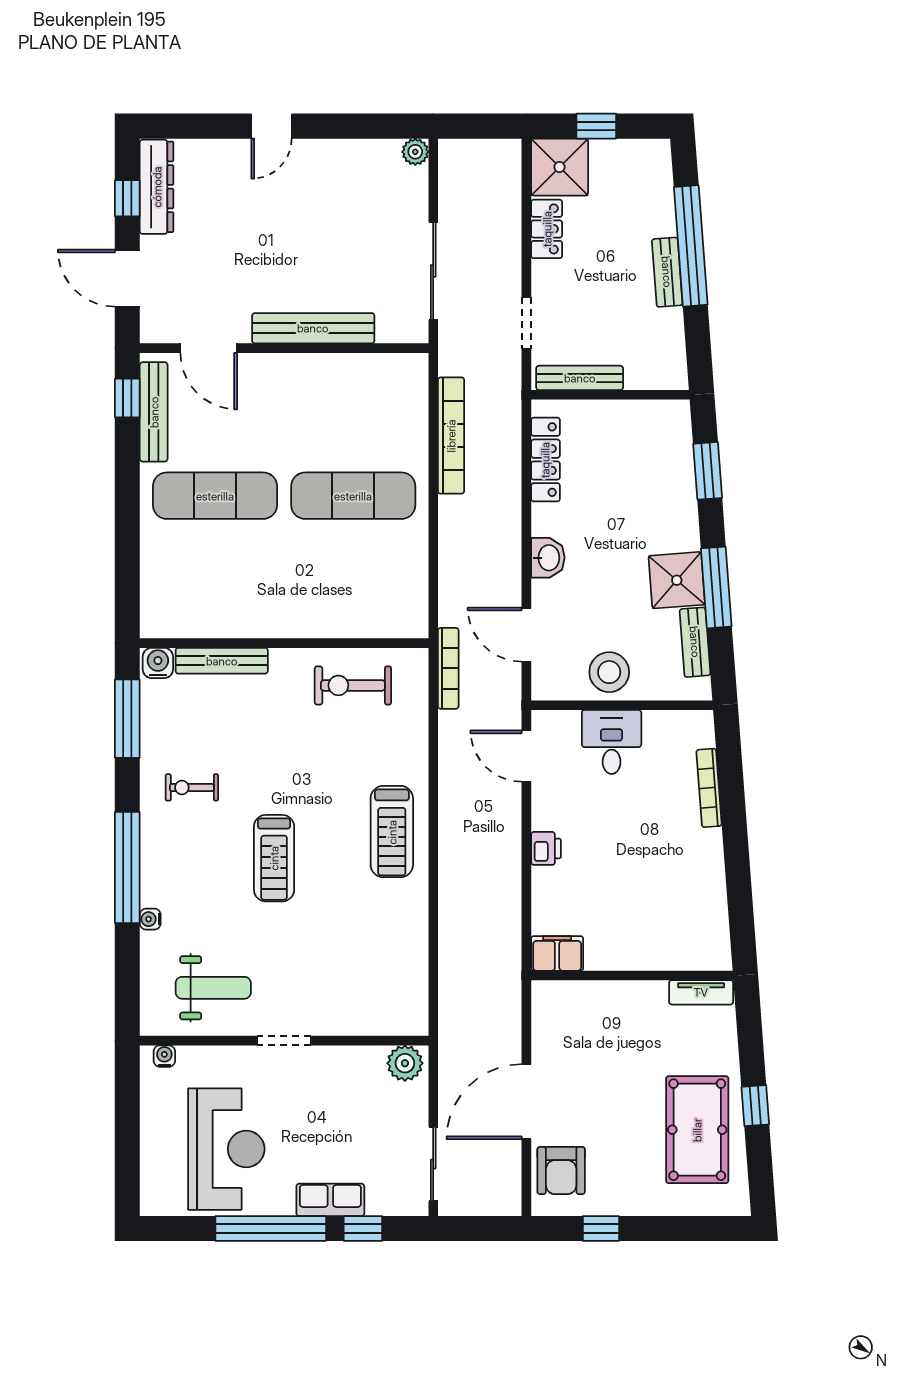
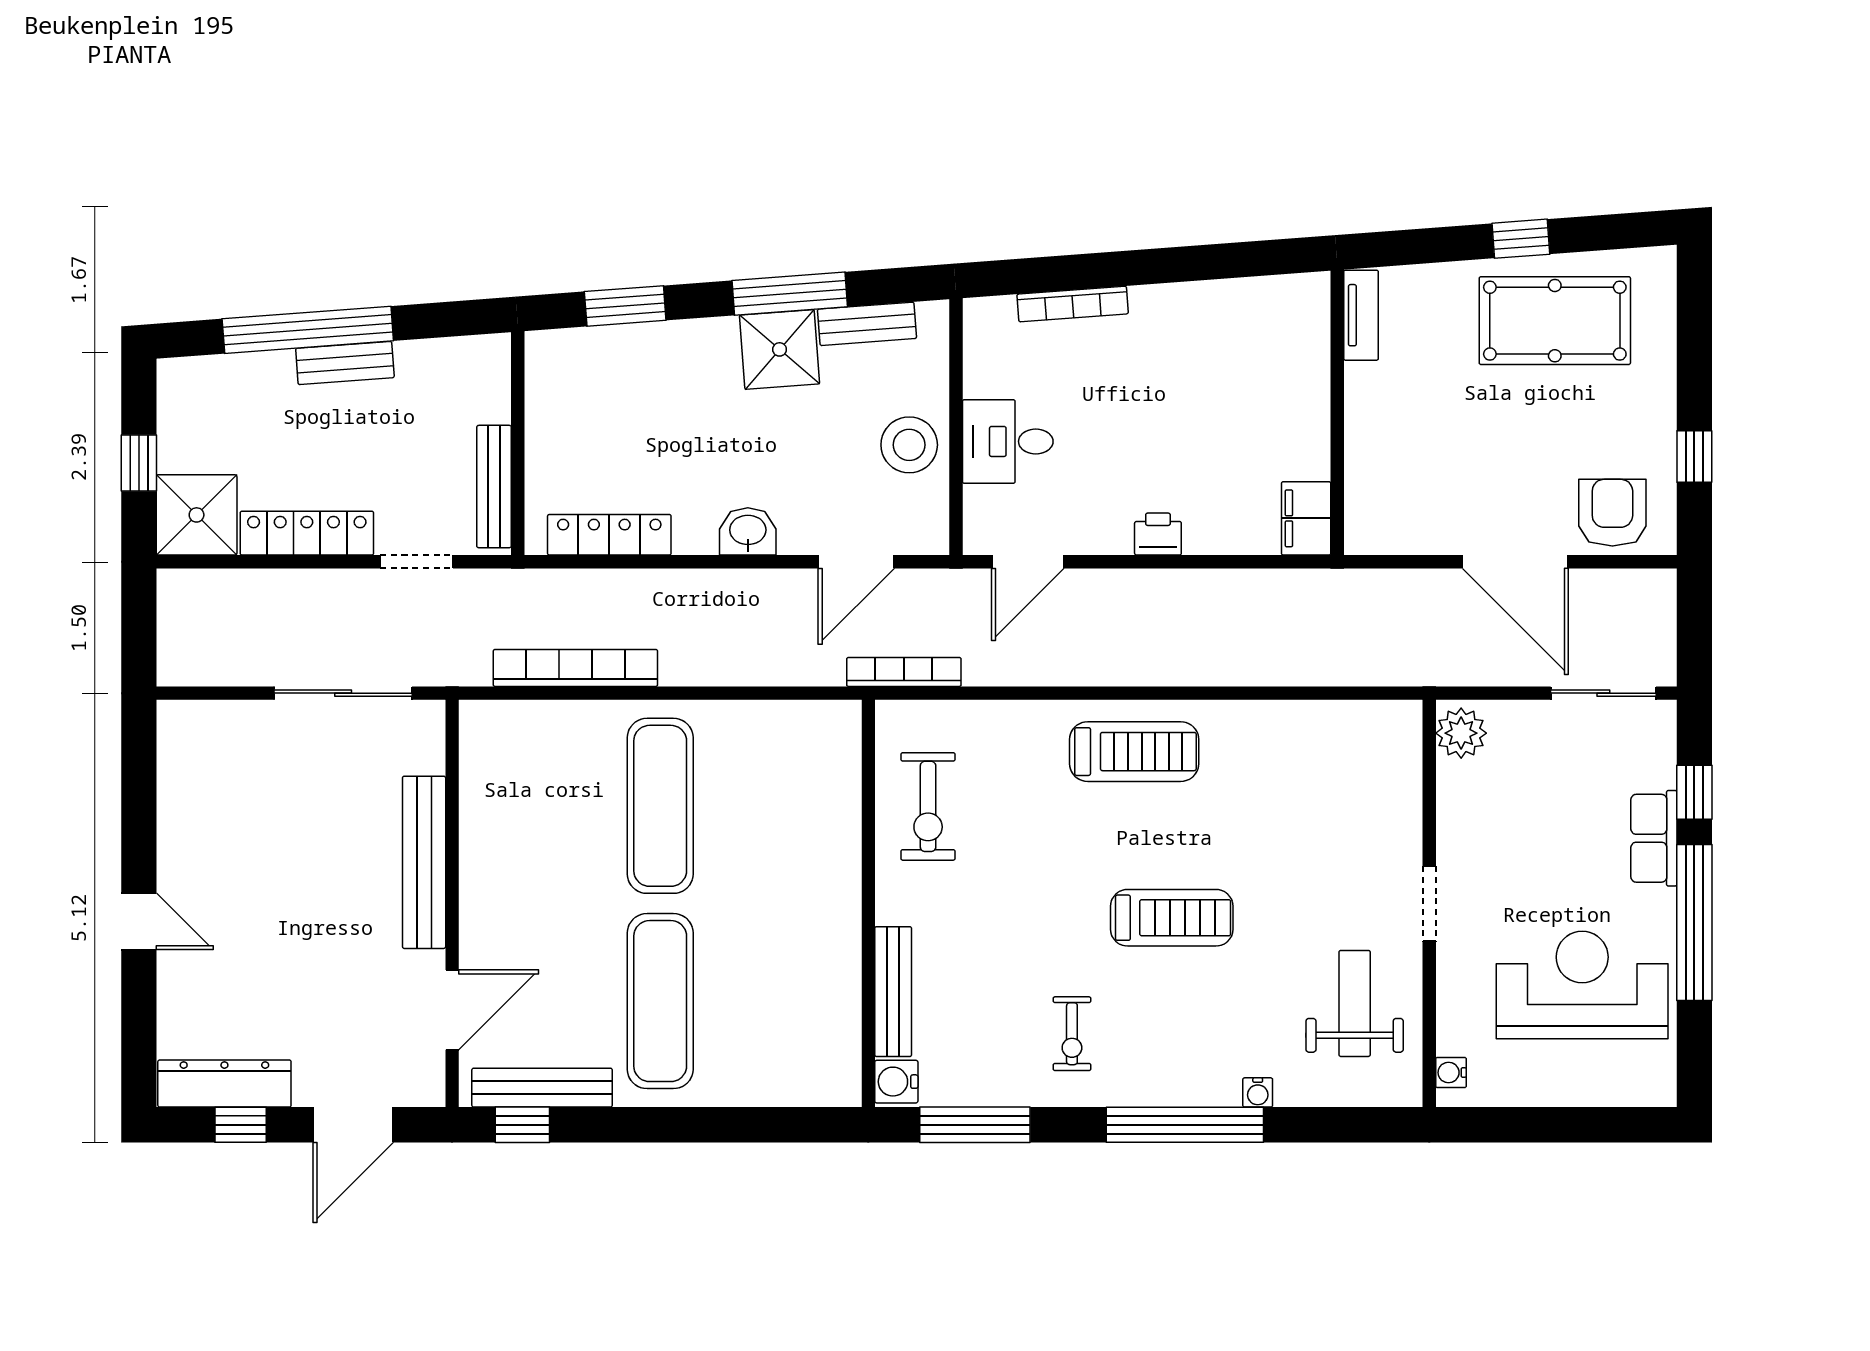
plant: (415, 152) -> (175, 718), removed
locker: (547, 229) -> (307, 533), width x1.53
armchair: (561, 1171) -> (1612, 513), turned -90

